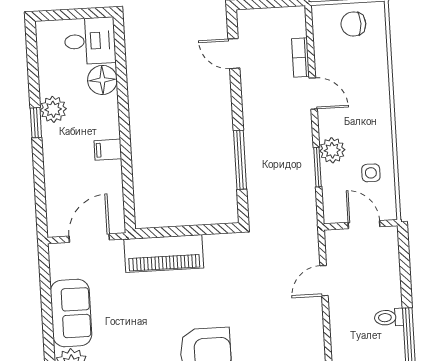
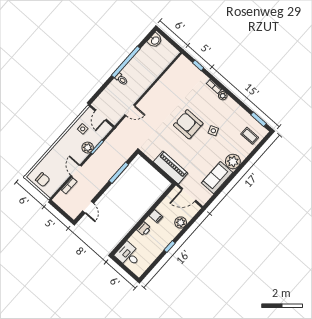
floor lamp: (102, 80) -> (136, 239), removed
plant: (53, 109) -> (181, 223), moved
printer: (107, 109) -> (144, 229), added

